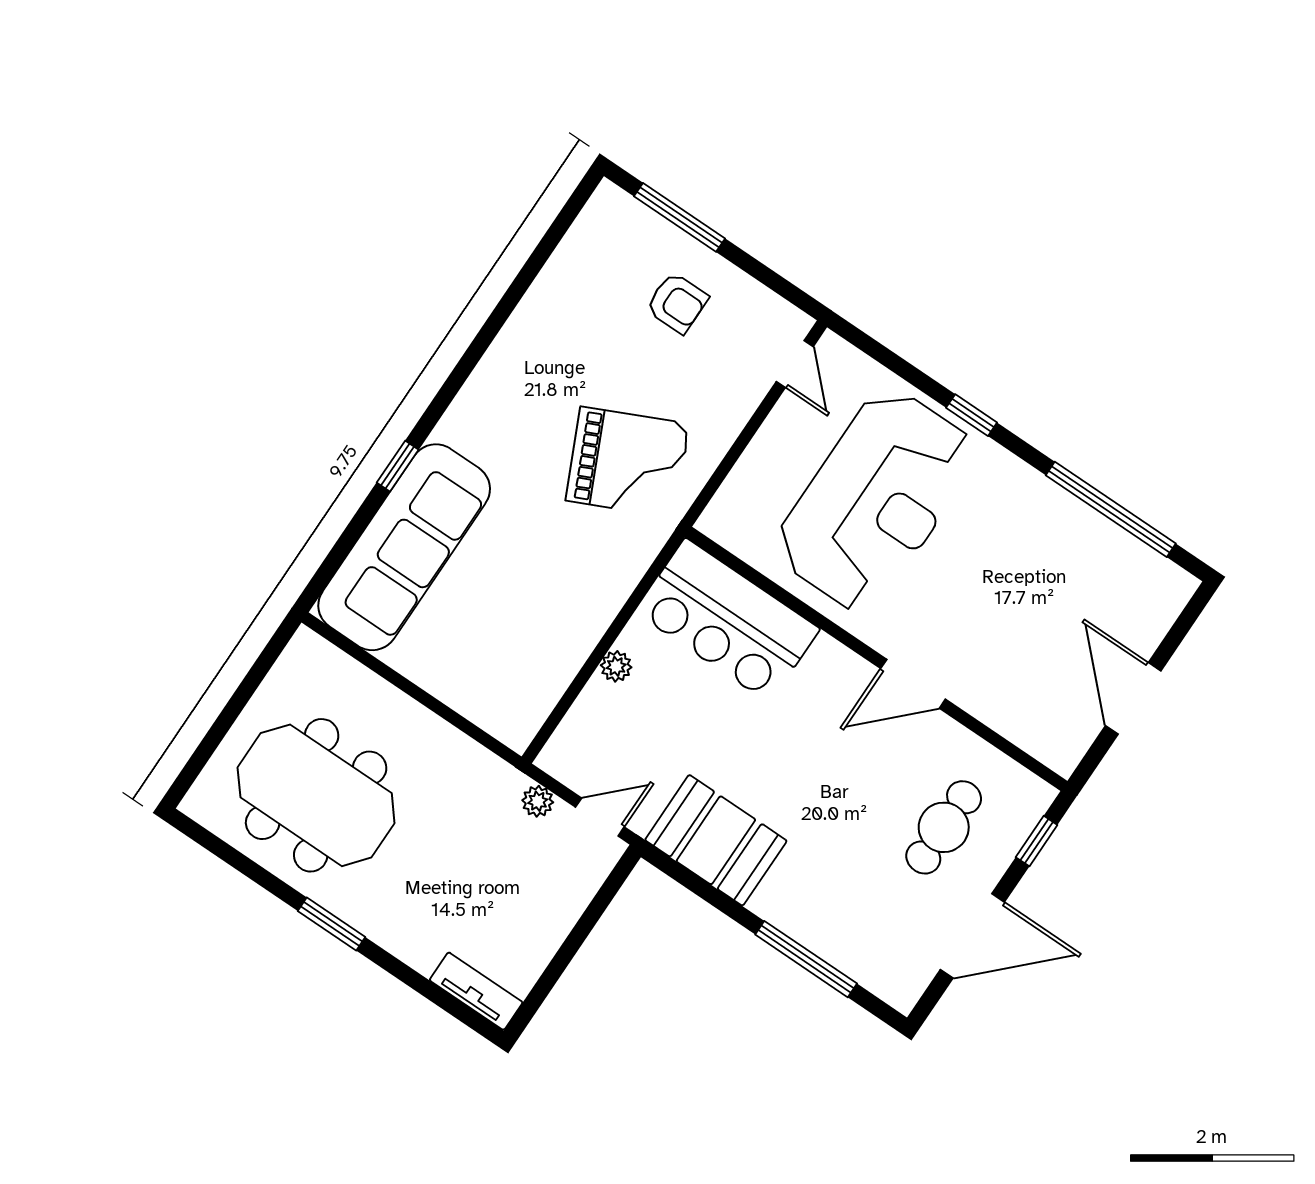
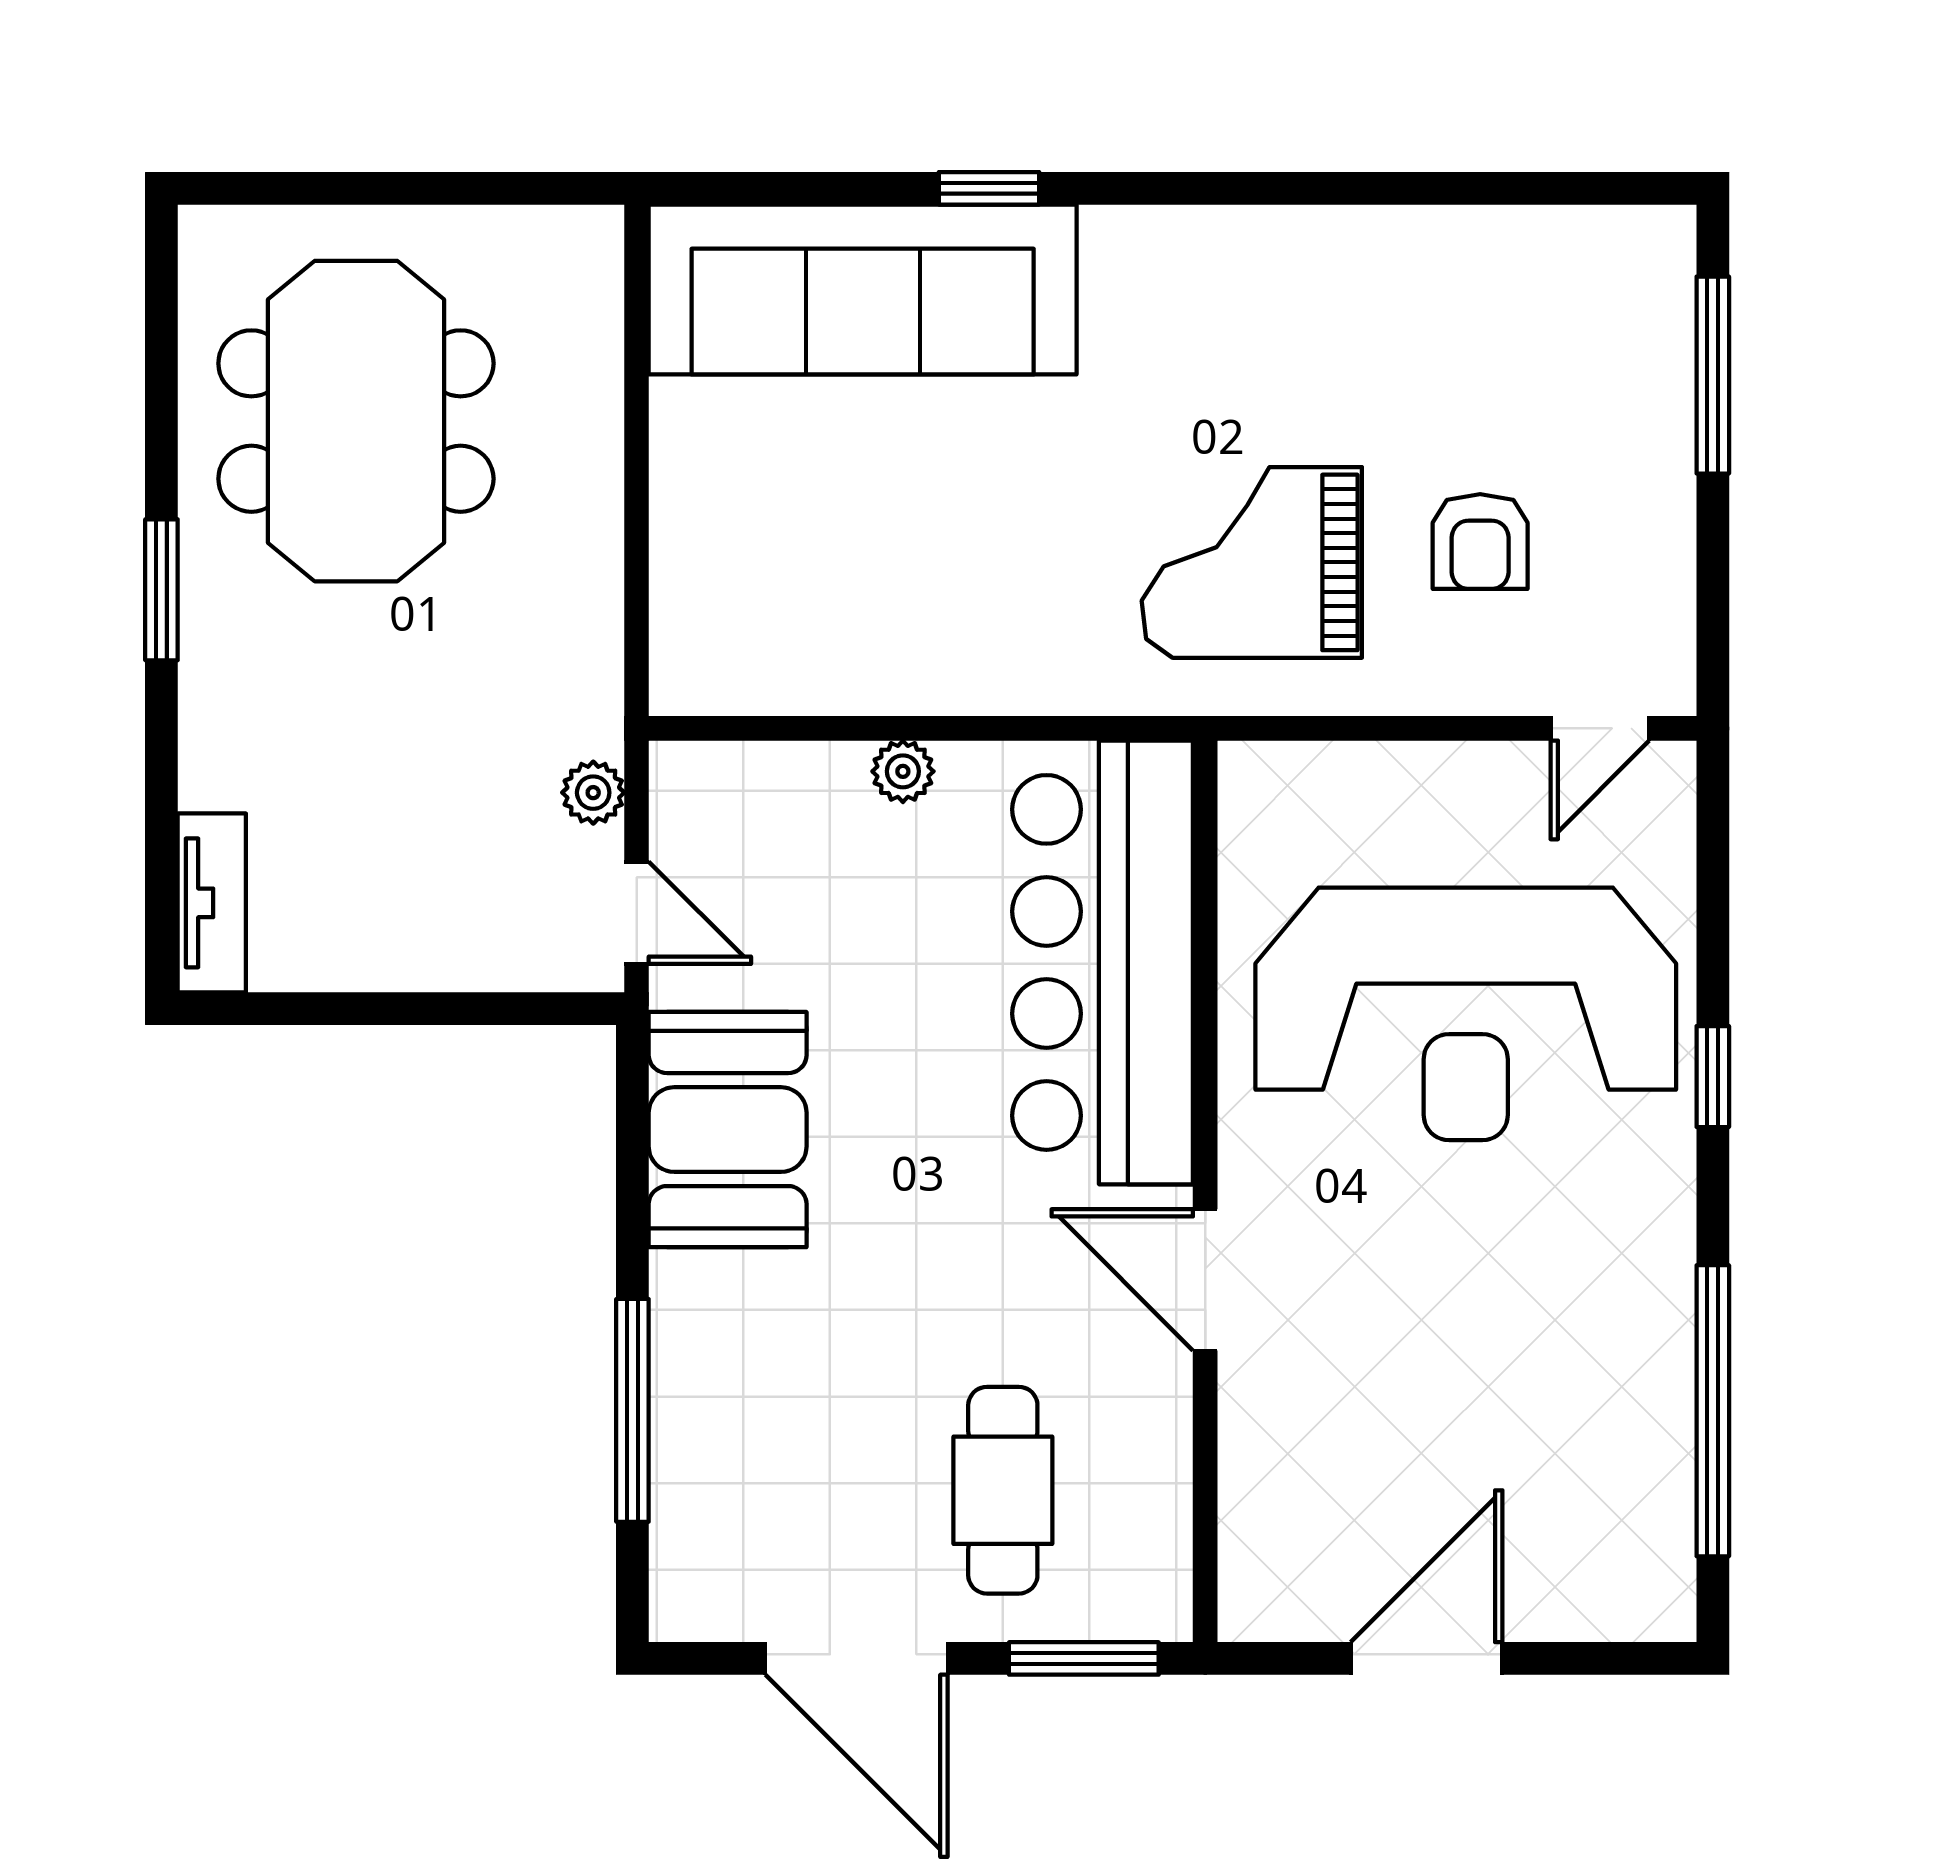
armchair: (677, 303) -> (1480, 541), moved
grand piano: (628, 462) -> (1252, 562), turned 115
bar counter: (727, 620) -> (1103, 962), width x1.36
cafe table: (944, 827) -> (1003, 1490), turned 90
window: (1037, 841) -> (1084, 1658), width x1.50

